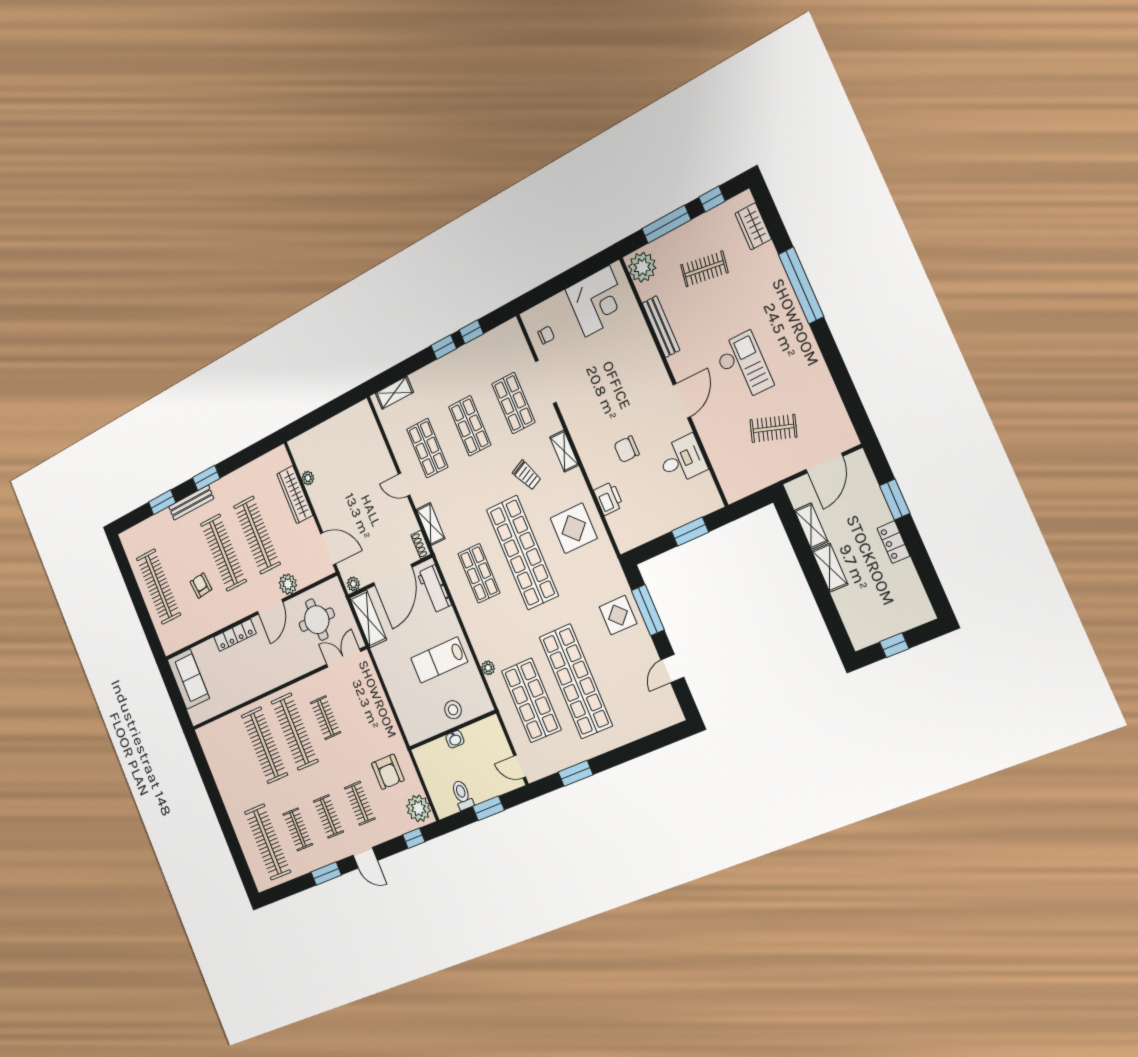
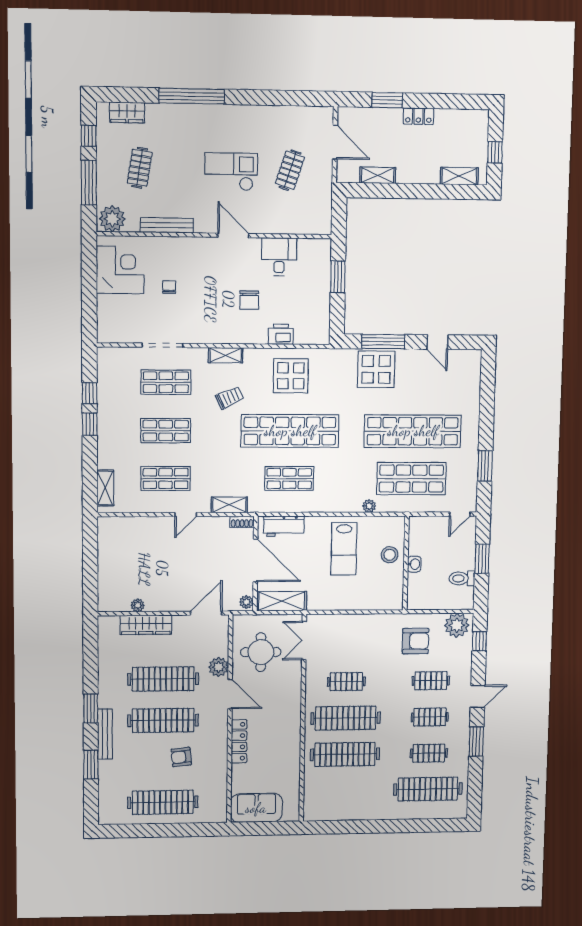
chair: (546, 335) -> (169, 287), moved
shelving: (830, 568) -> (459, 176), moved
display table: (618, 615) -> (376, 369), width x1.36, depth x1.36

